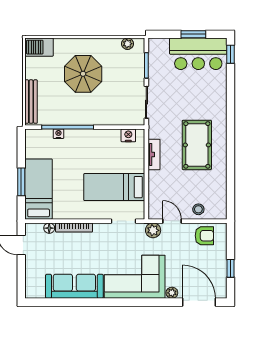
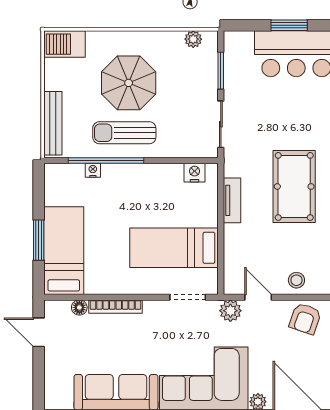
sun lounger: (80, 108) -> (124, 133), added
armchair: (204, 236) -> (305, 319), turned 109

